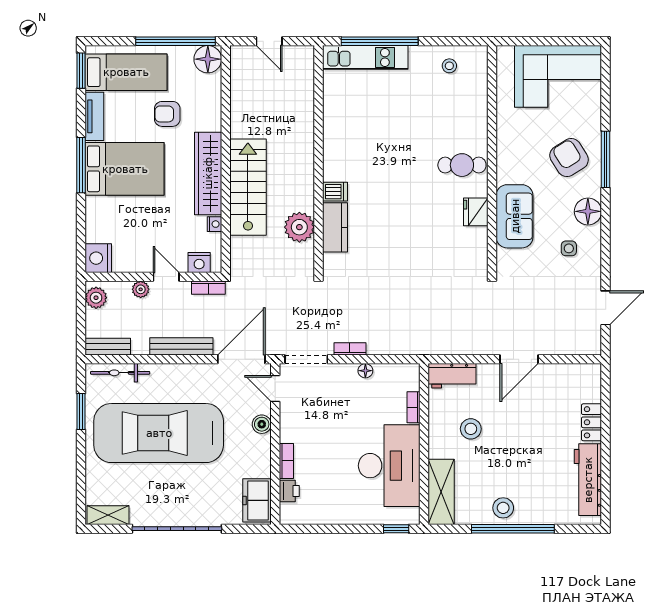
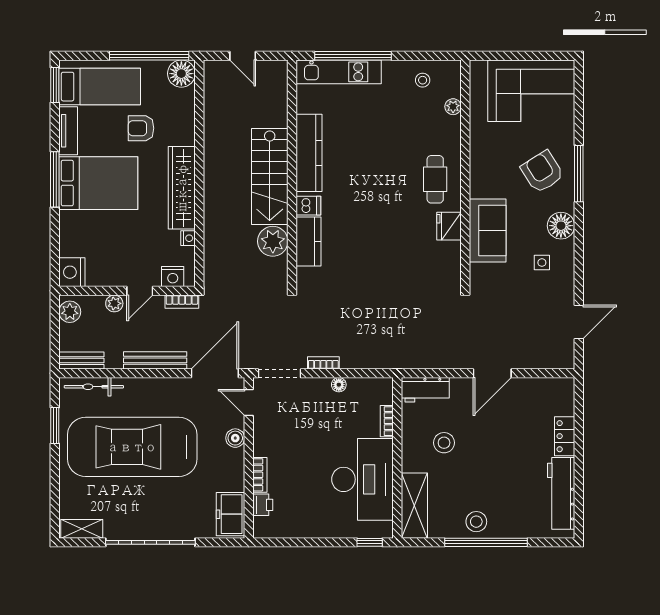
plant: (480, 92) -> (453, 107), added
kitchen counter: (336, 139) -> (309, 153), added
cafe table: (462, 165) -> (435, 179), turned 90
stairs: (248, 187) -> (270, 176), moved, turned 180
door: (166, 277) -> (140, 291), swing flipped

